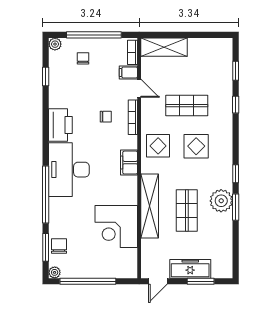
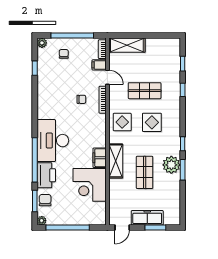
printer: (60, 125) -> (46, 175), moved
filing cabinet: (129, 163) -> (100, 158), moved
shelving: (150, 206) -> (116, 161), width x0.68

